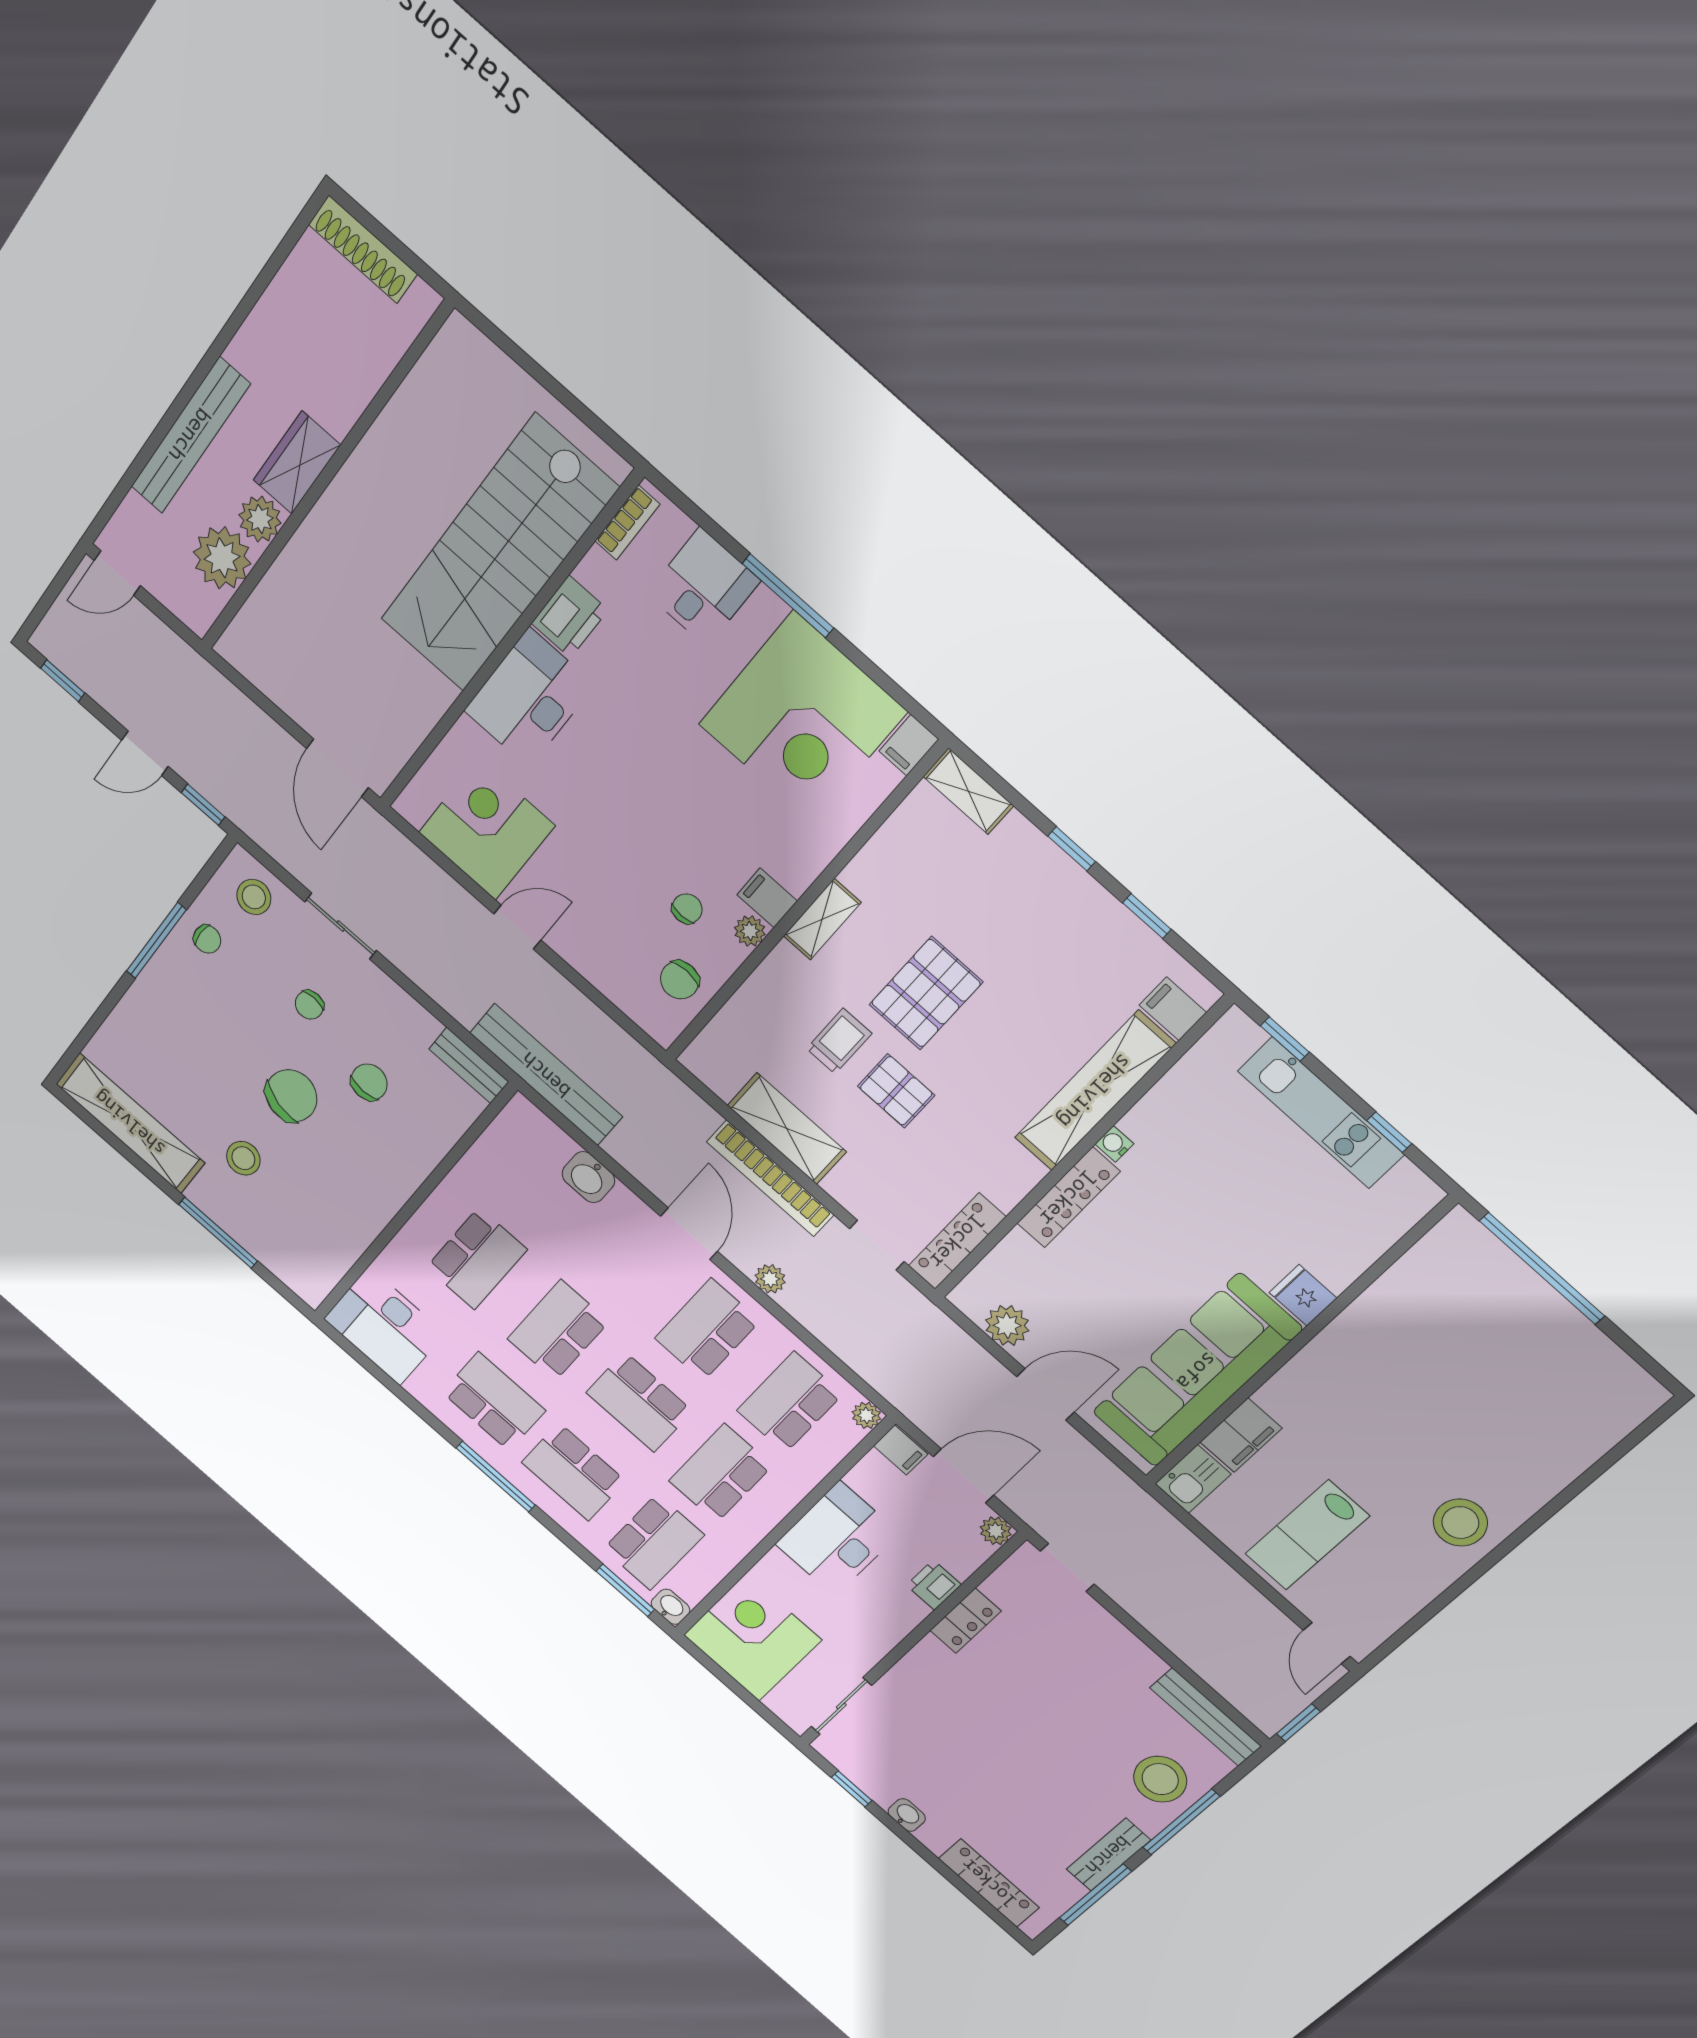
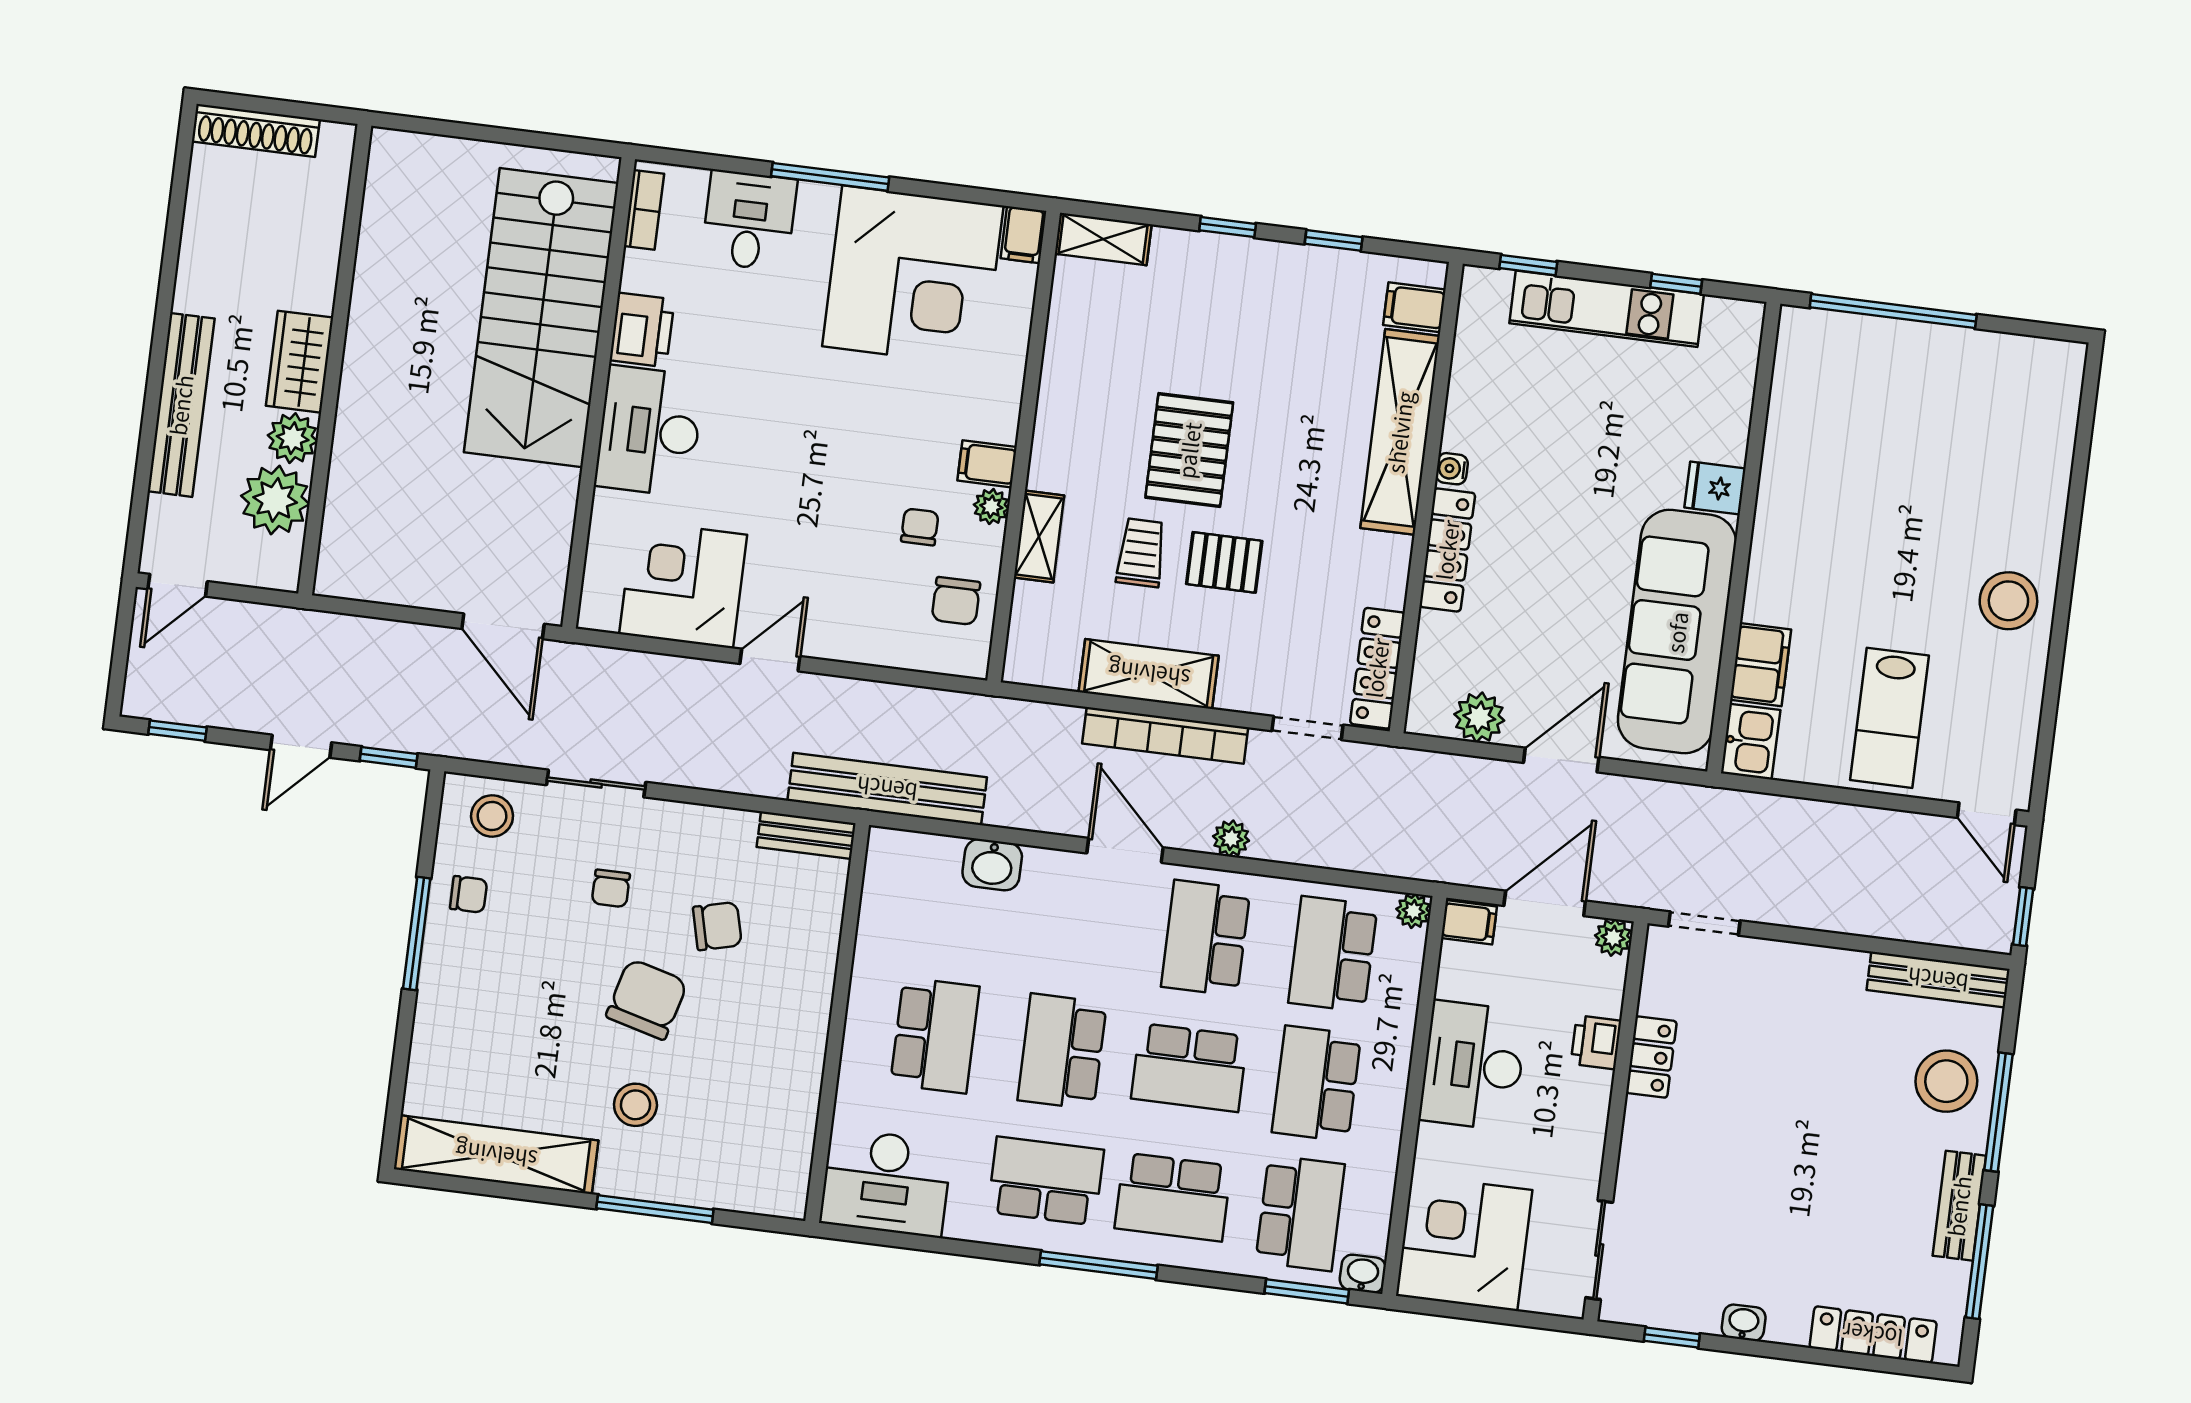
shelving: (822, 919) -> (1039, 537), moved
chair: (369, 1082) -> (717, 926), turned 76

